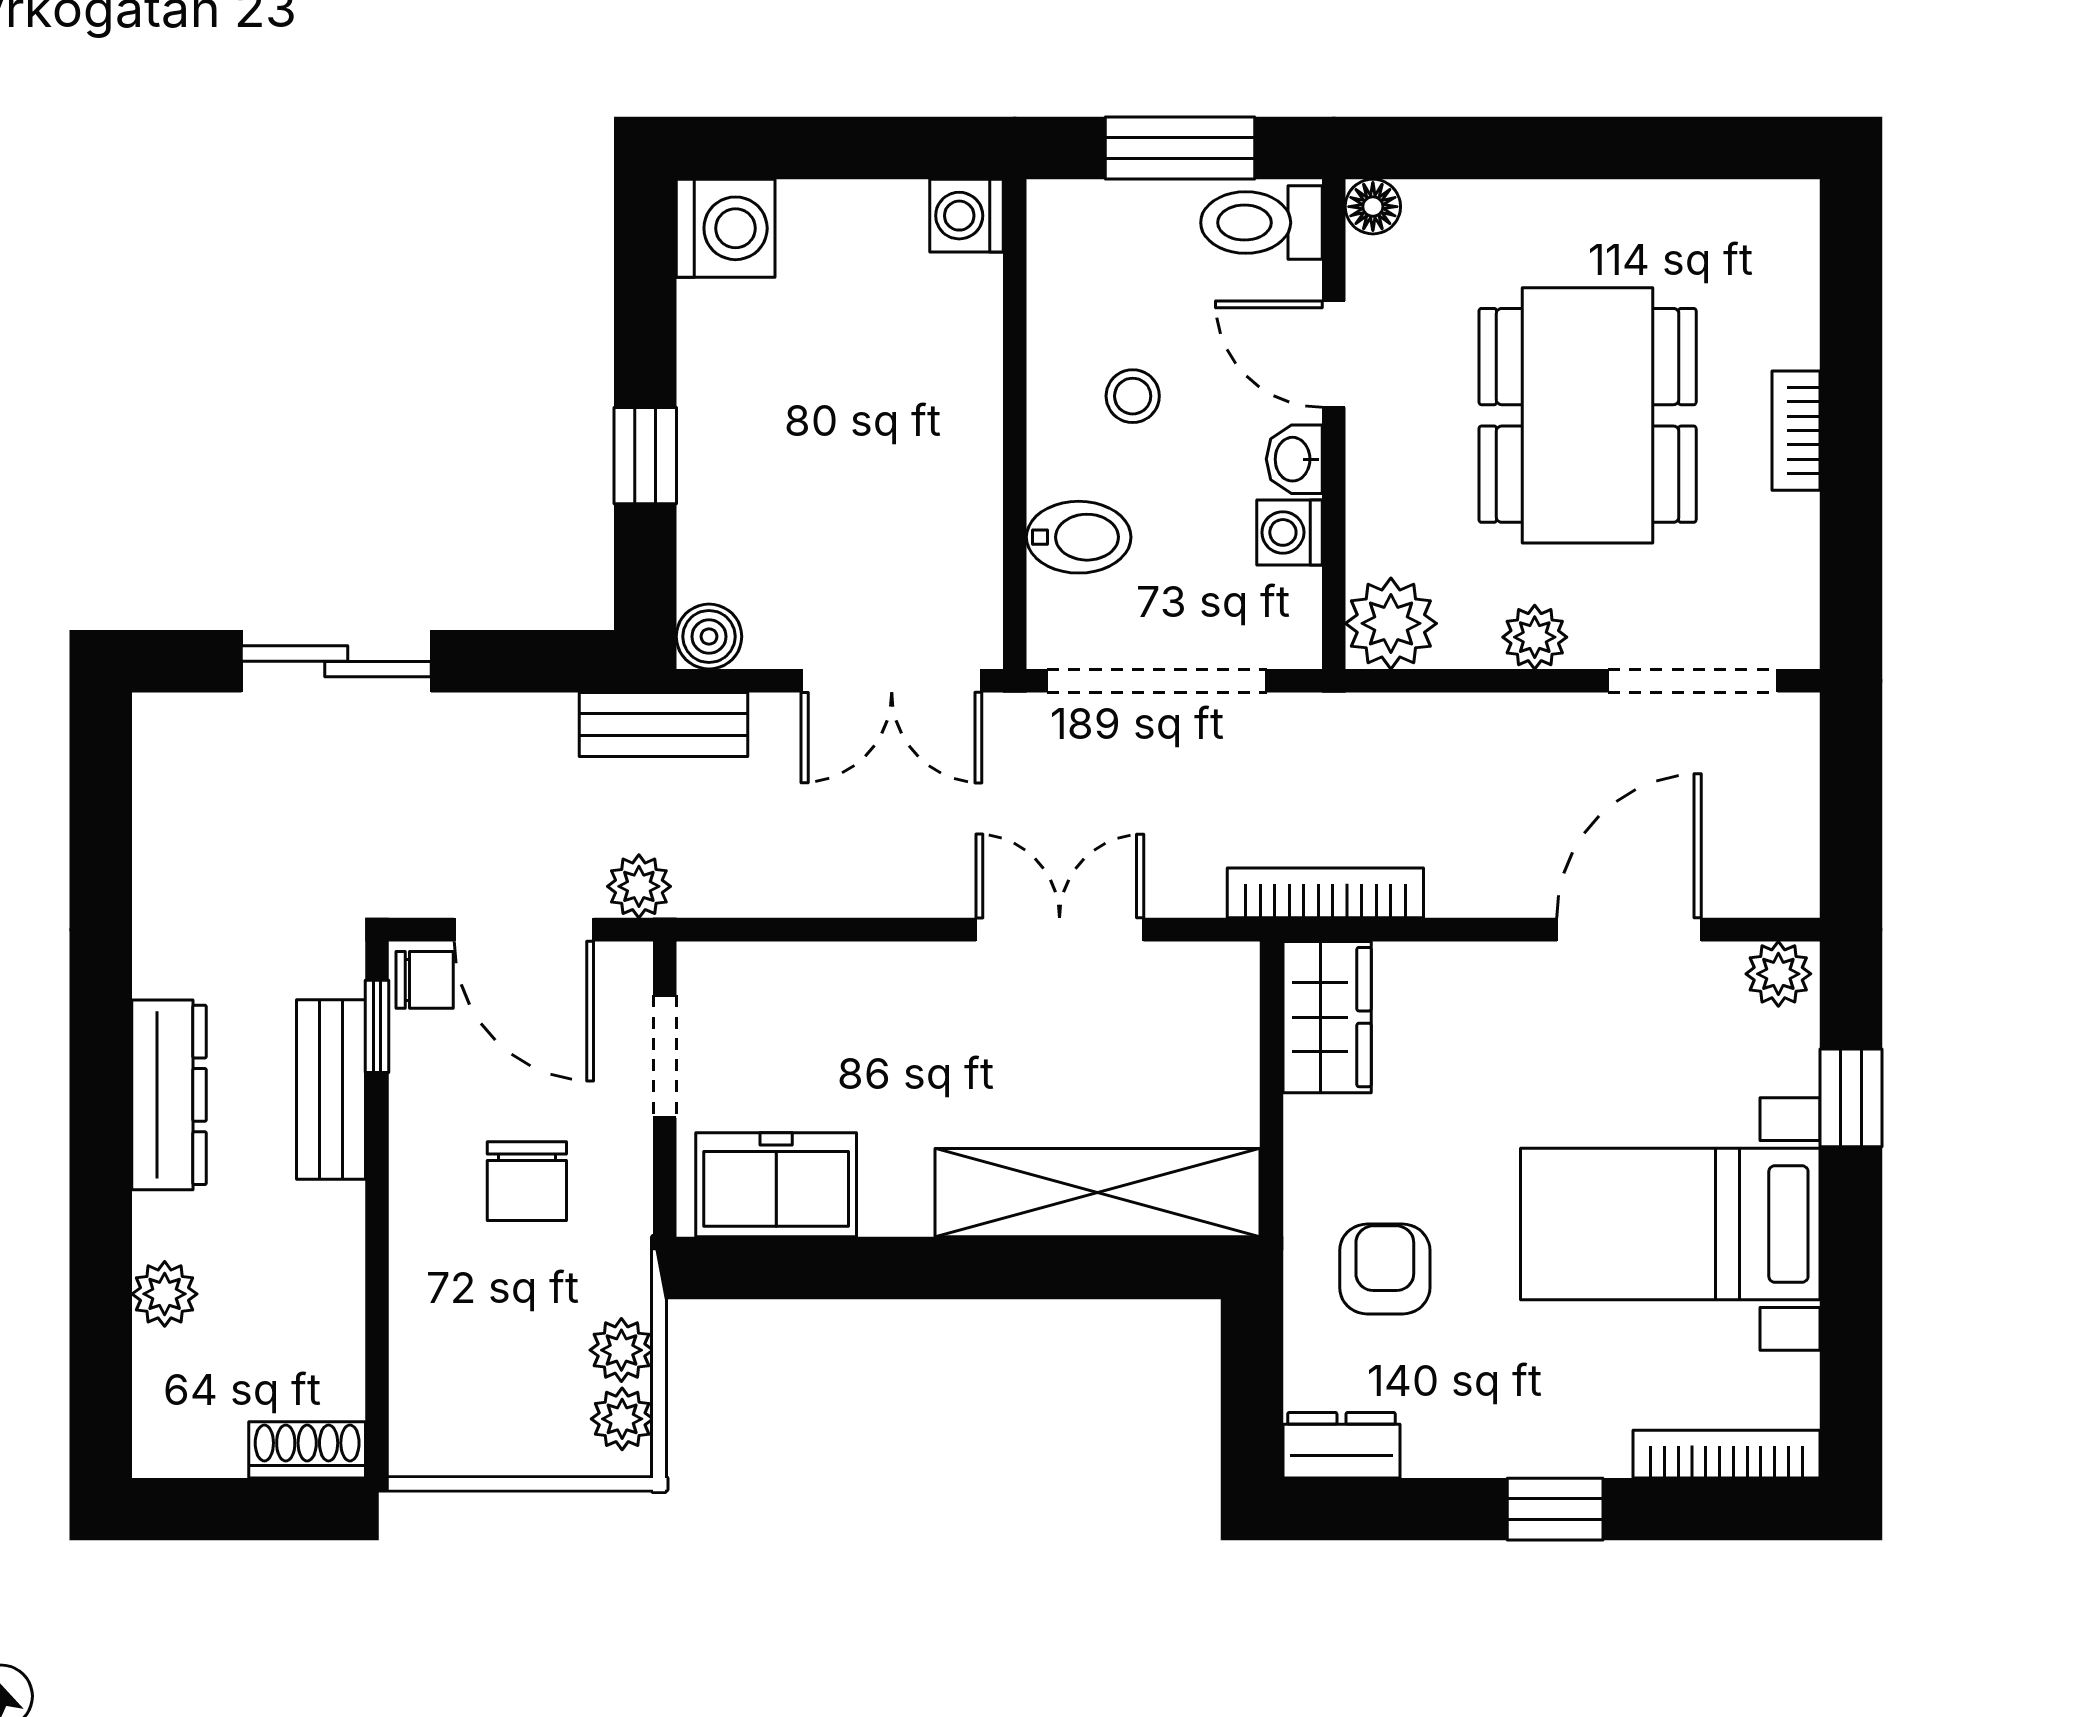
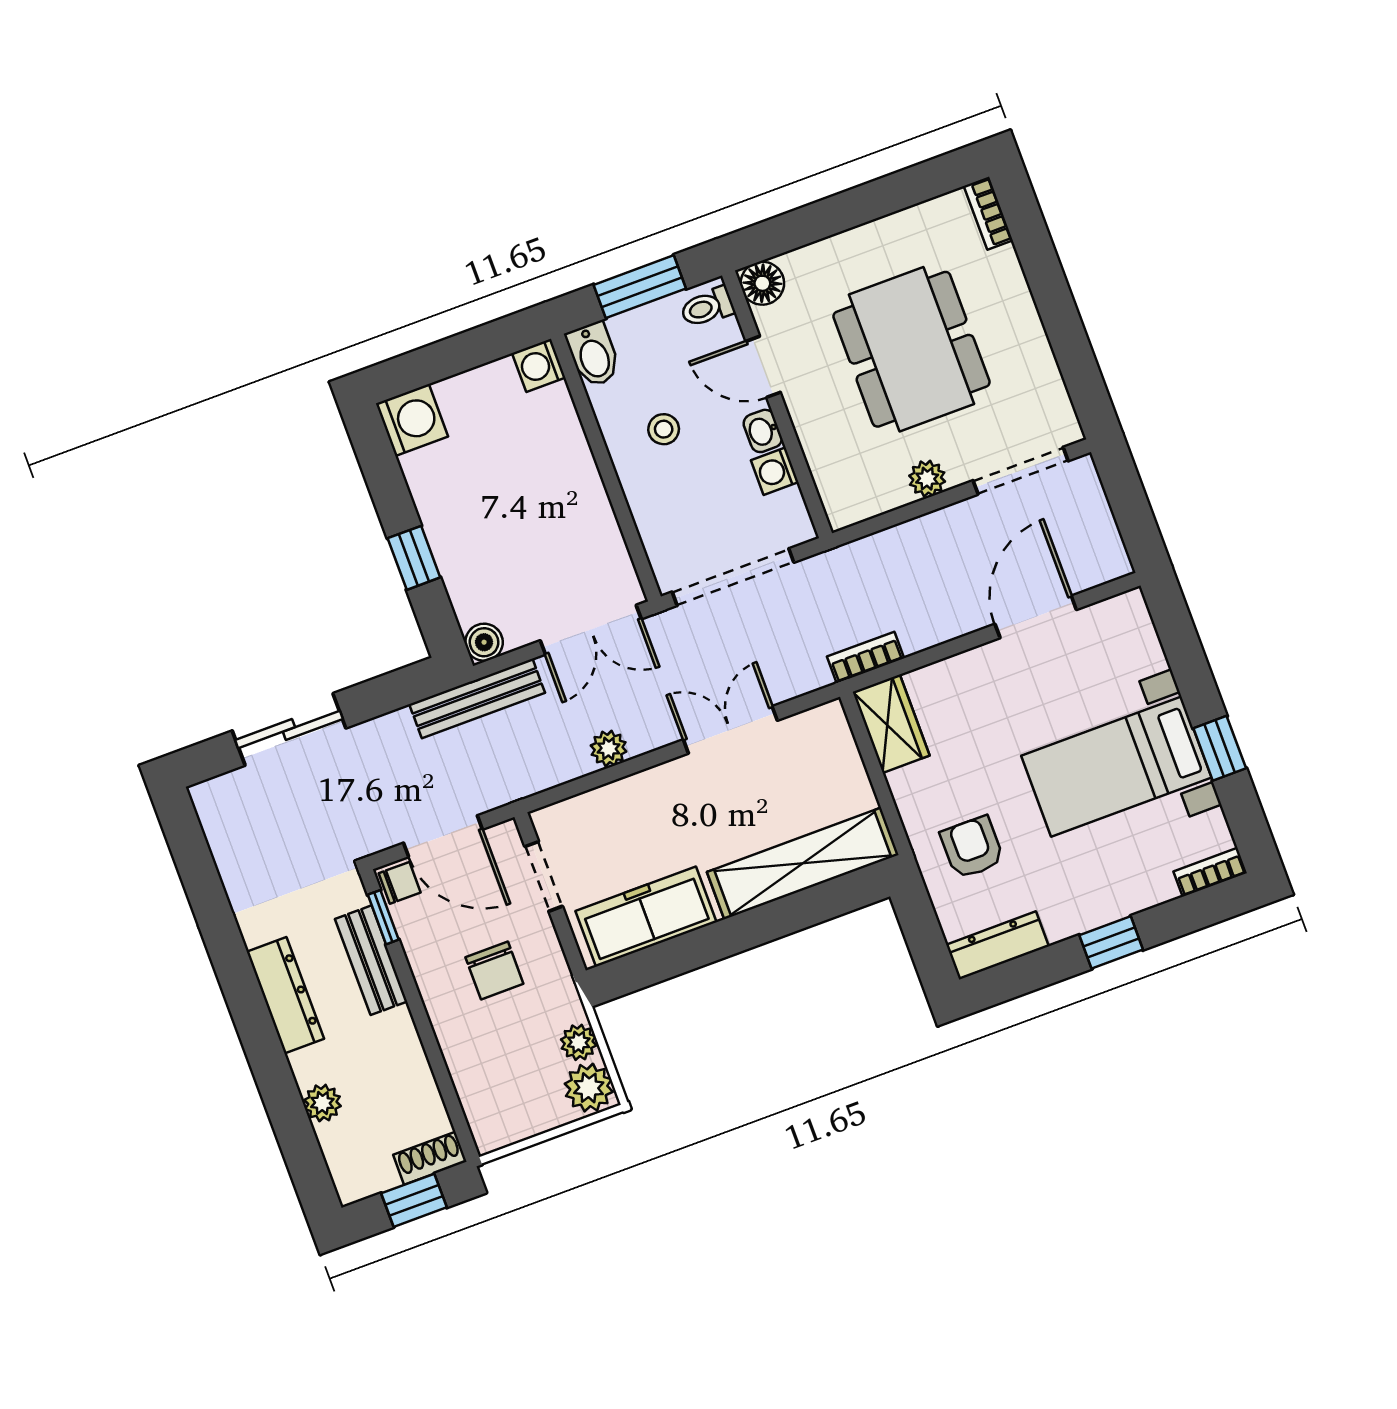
floor lamp: (1373, 207) -> (762, 283), width x1.37, depth x1.37
toilet: (1261, 223) -> (707, 307), width x0.73, depth x0.72
bookcase: (1796, 431) -> (988, 213), moved
bidet: (1079, 537) -> (593, 355), moved, turned 90
plant: (1391, 623) -> (847, 500), removed
bench: (664, 725) -> (477, 698), width x1.36
plant: (639, 886) -> (609, 749), moved
bookcase: (1325, 893) -> (866, 657), width x0.64
plant: (1778, 974) -> (1125, 611), removed
window: (1851, 1098) -> (1220, 748), moved
freezer: (776, 1185) -> (646, 917), width x1.40
plant: (622, 1419) -> (589, 1088), width x1.38, depth x1.38
dresser: (1341, 1445) -> (998, 945), width x1.44
bookcase: (1727, 1454) -> (1210, 872), width x0.64
window: (256, 1509) -> (414, 1200), added

